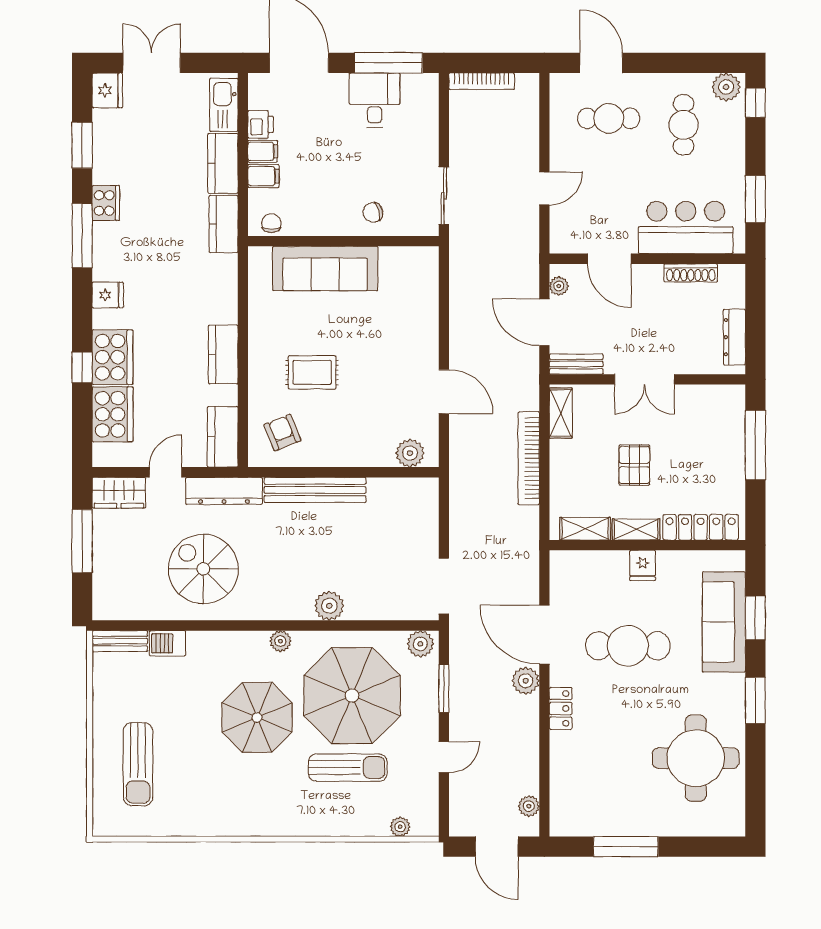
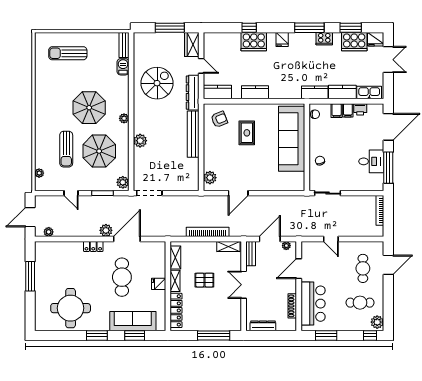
sofa: (325, 269) -> (292, 139), width x1.36, depth x1.27
cooker: (113, 414) -> (354, 42), moved
parasol: (352, 696) -> (99, 151), width x0.73, depth x0.73

